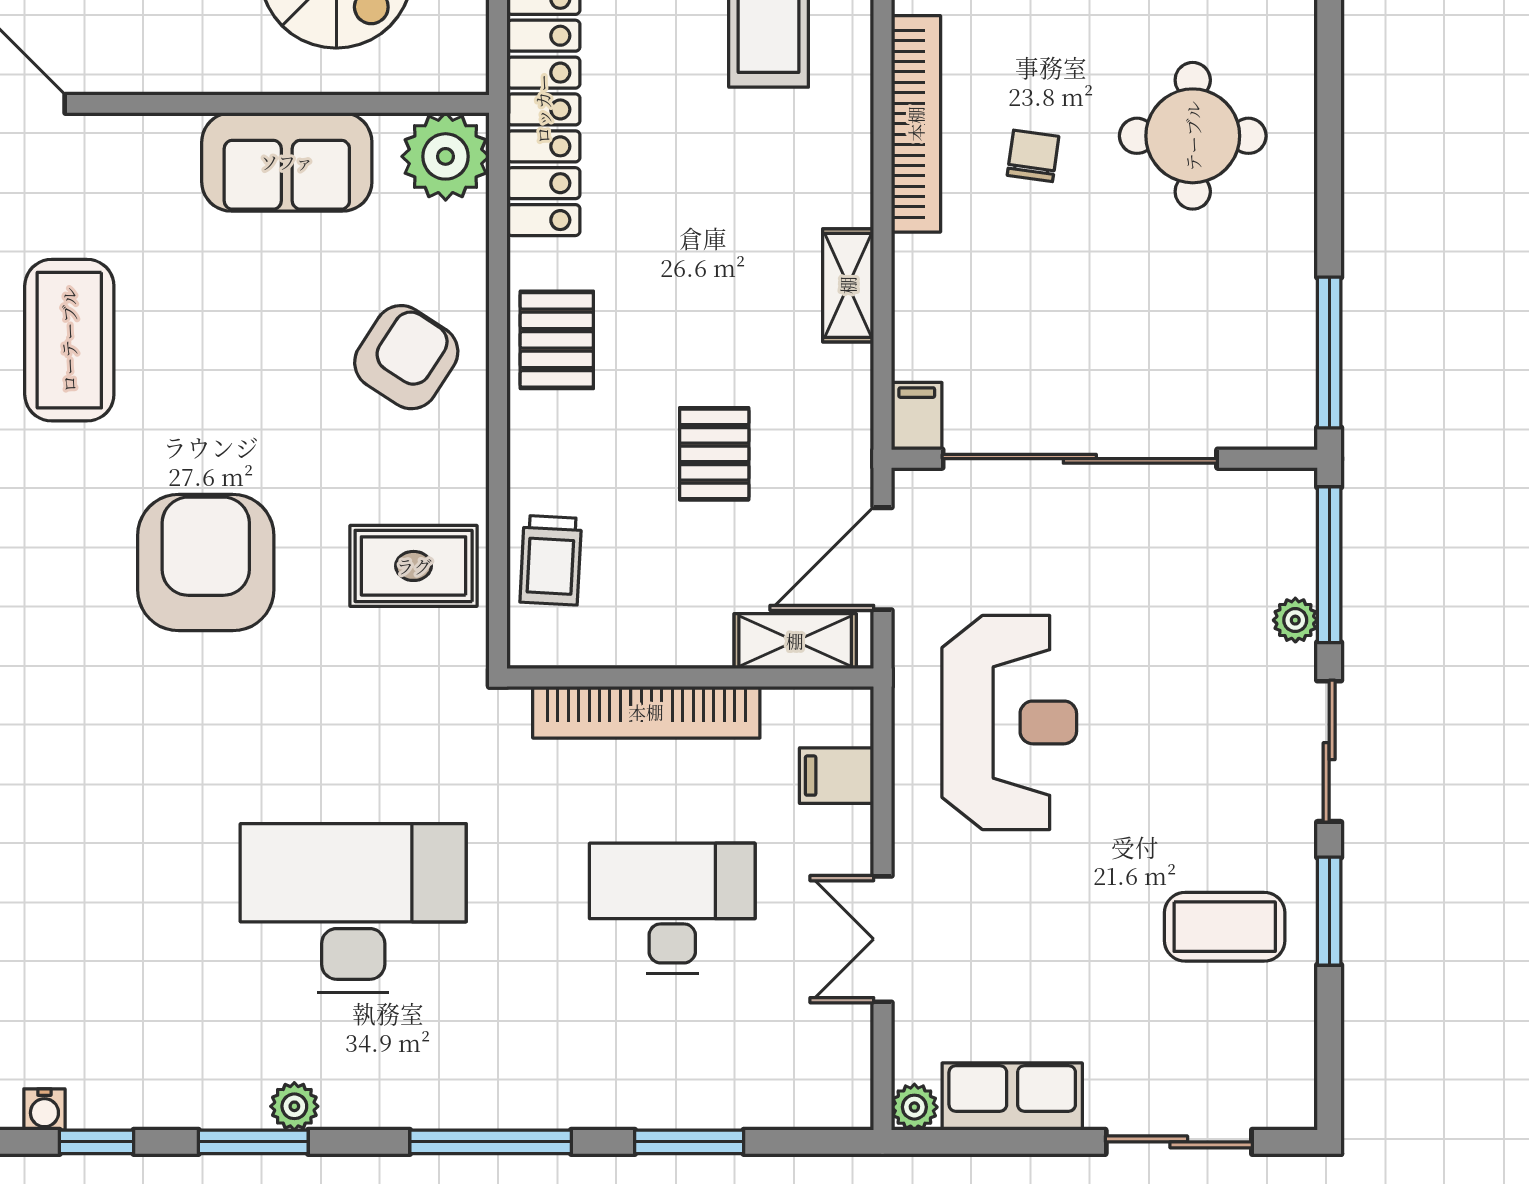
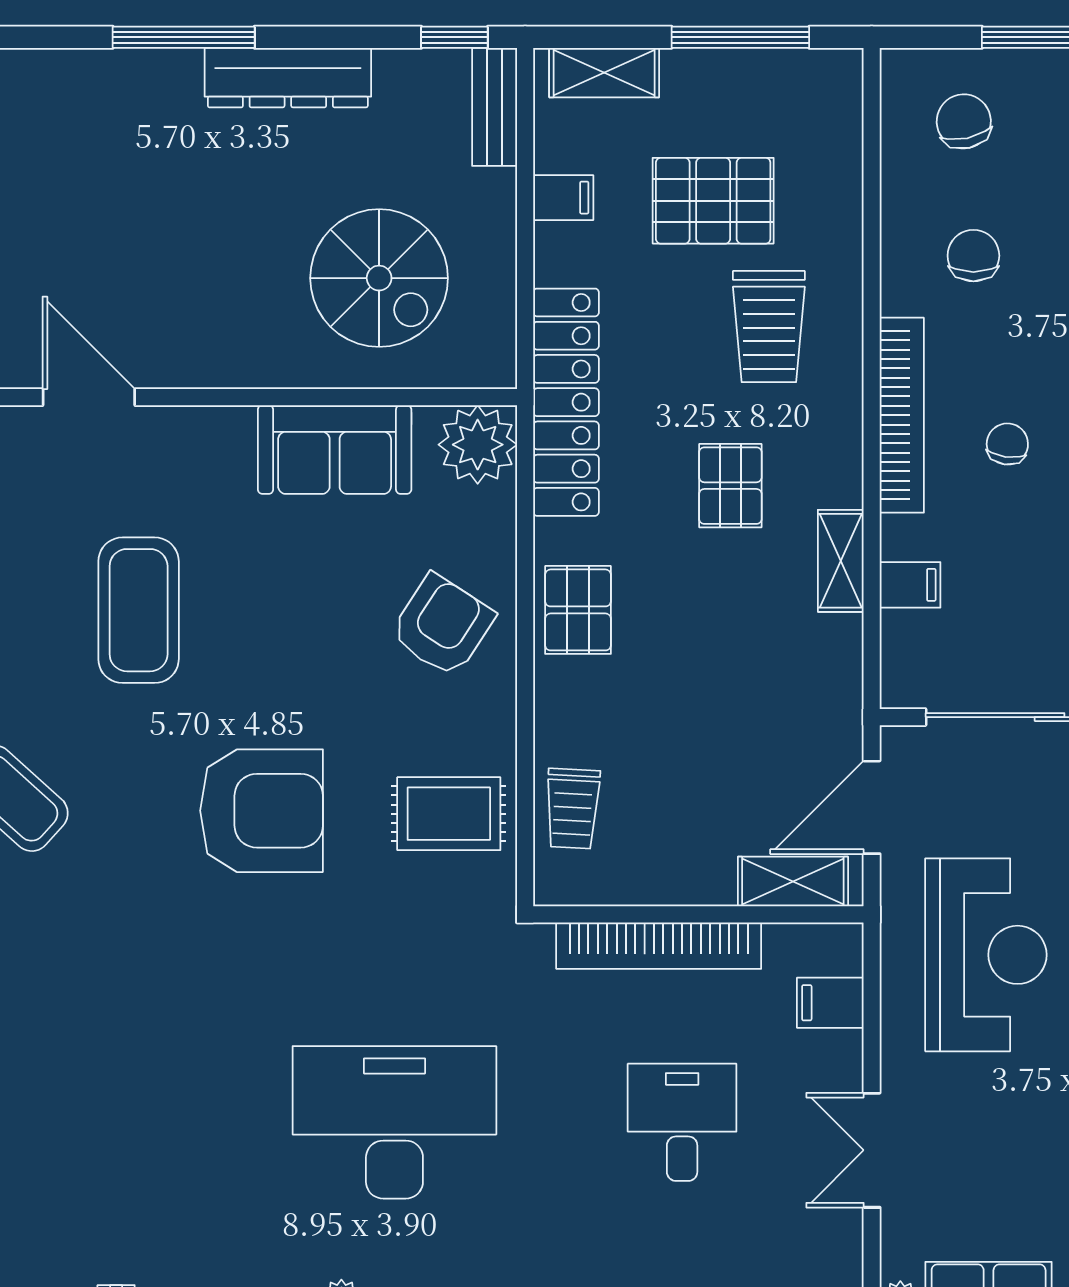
filing cabinet: (917, 416) -> (910, 585), moved, turned 90
pallet: (714, 454) -> (730, 486), moved
armchair: (206, 563) -> (262, 811), turned 90
desk: (672, 908) -> (682, 1122), width x0.73

